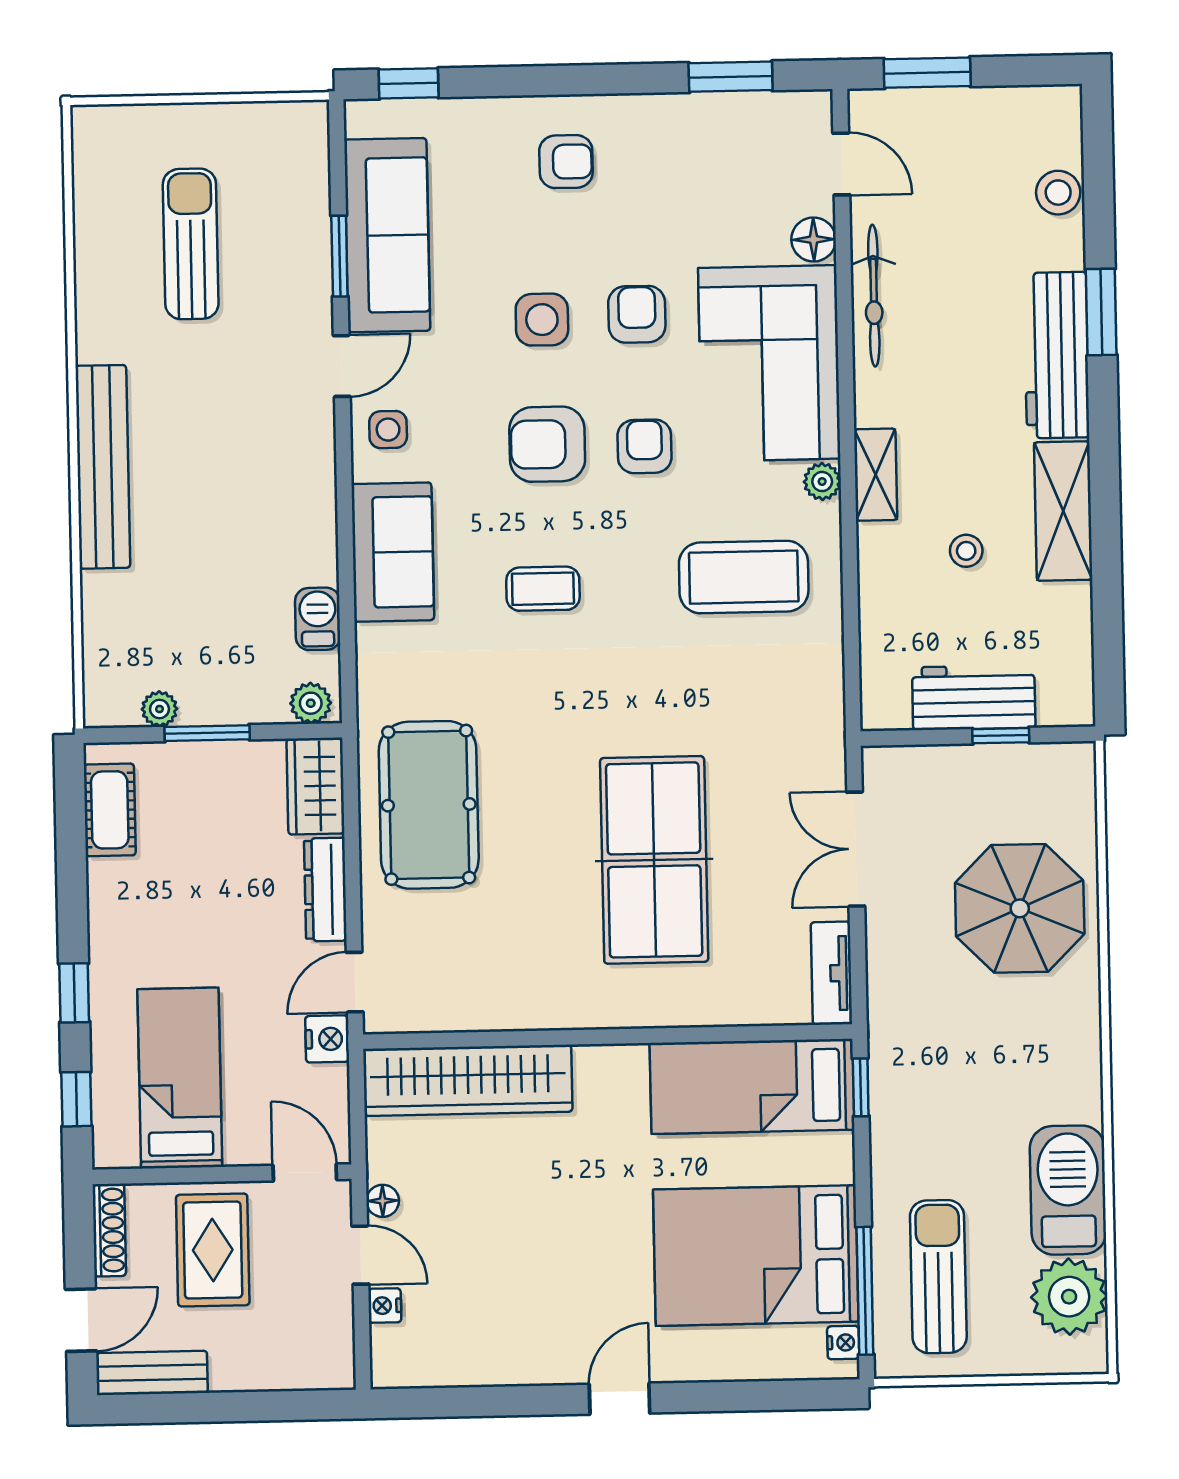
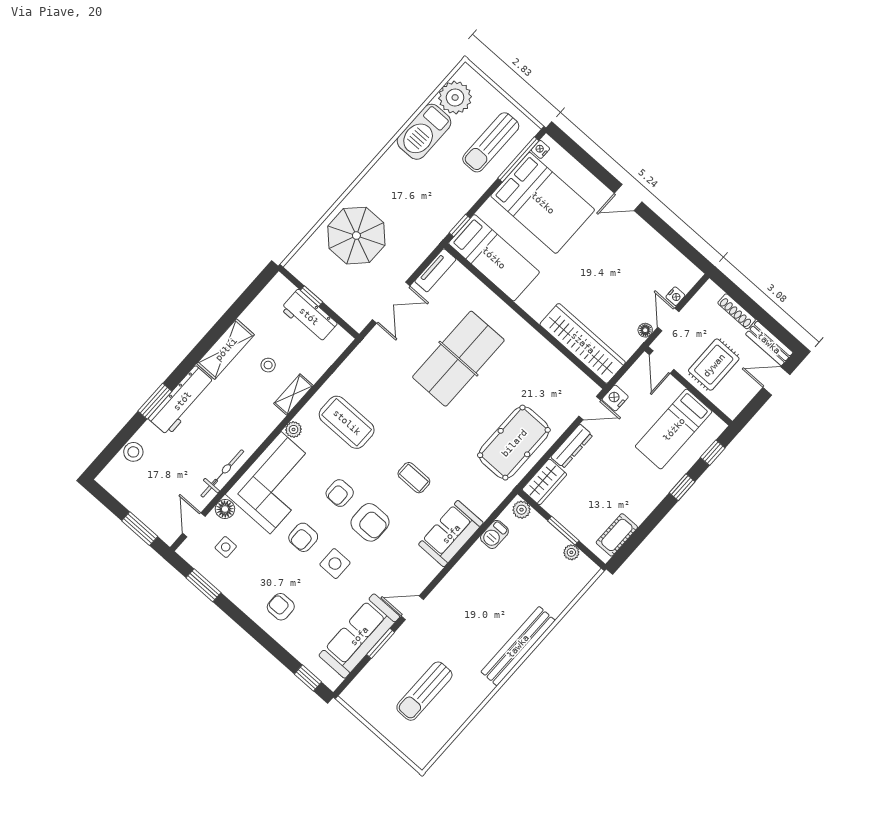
side table: (388, 430) -> (226, 547), moved
shelving: (876, 475) -> (293, 395), moved
shoe rack: (109, 1230) -> (737, 311), moved, turned -90

